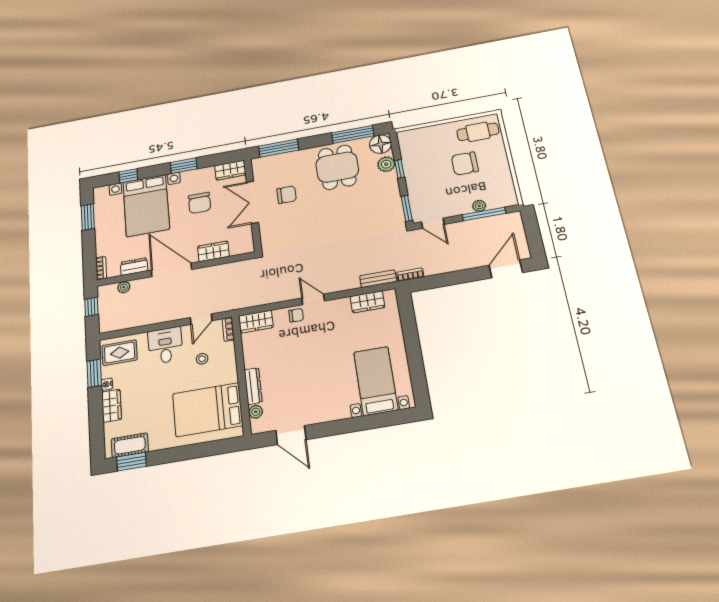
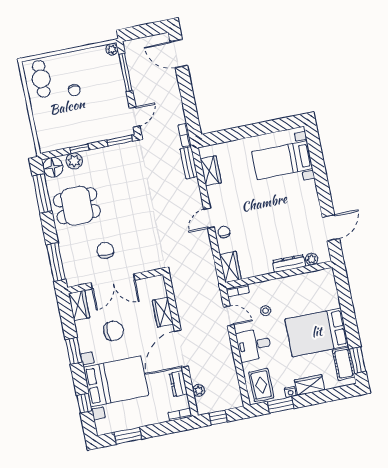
chair: (465, 164) -> (74, 90), width x0.54, depth x0.54
plant: (479, 206) -> (112, 49), moved
bed: (207, 410) -> (317, 332), moved, turned 90

